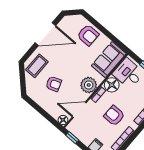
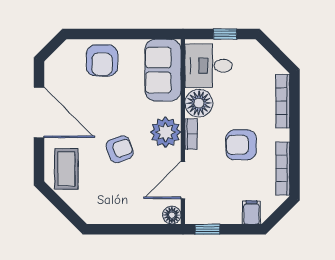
door: (45, 34) -> (39, 112), hinge flipped
armchair: (88, 35) -> (102, 60), turned 90
armchair: (54, 84) -> (120, 149), moved

